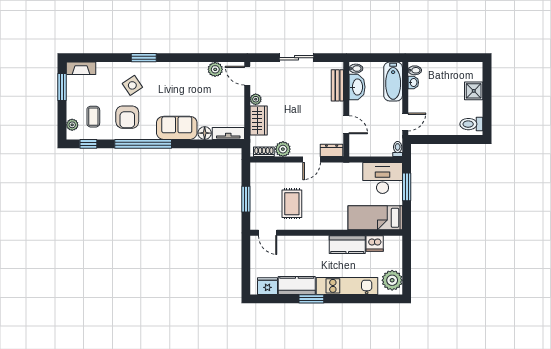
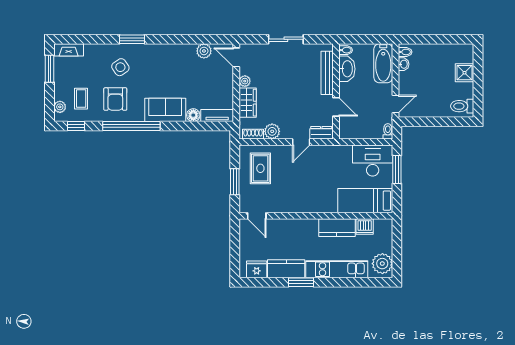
bench: (337, 85) -> (327, 73), width x1.36
rug: (292, 204) -> (260, 168), moved

